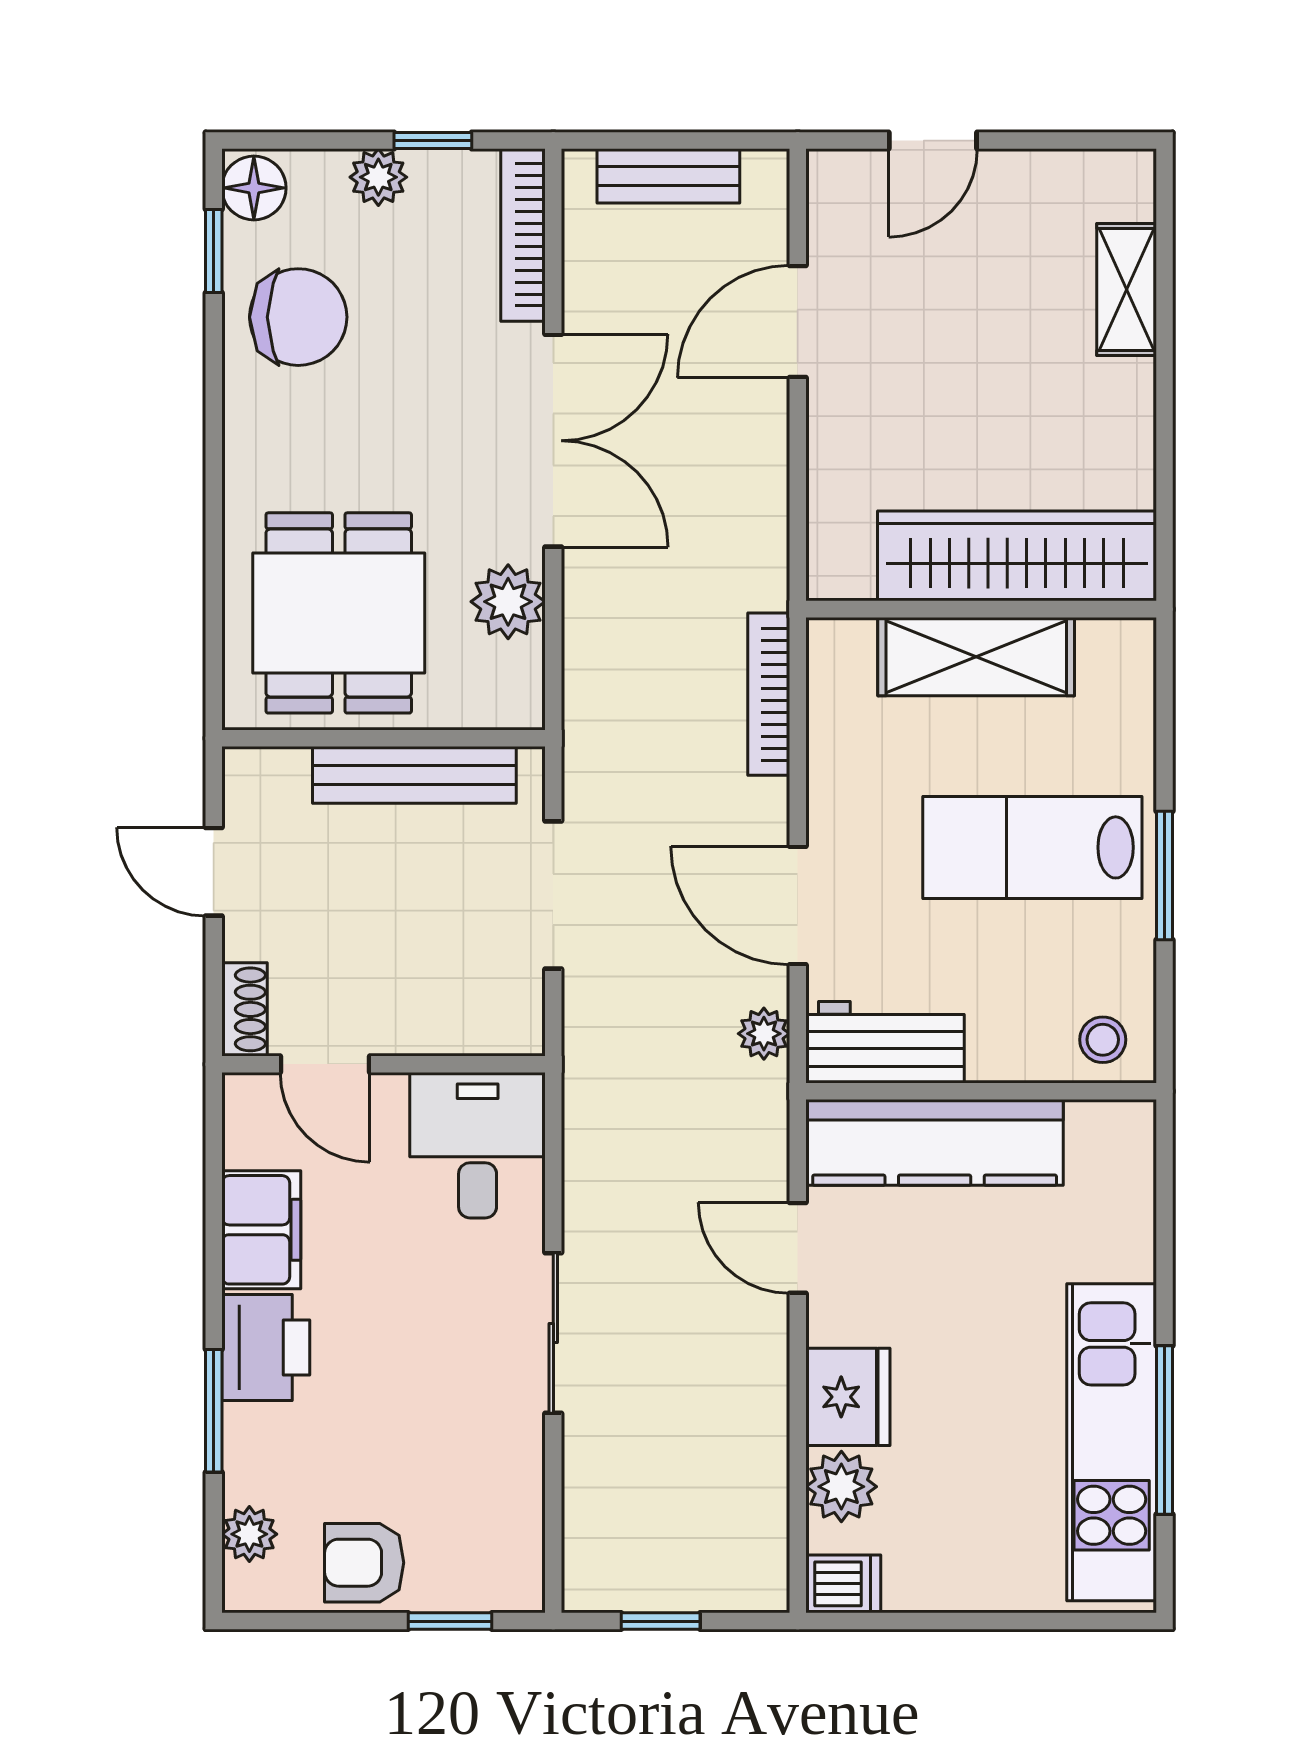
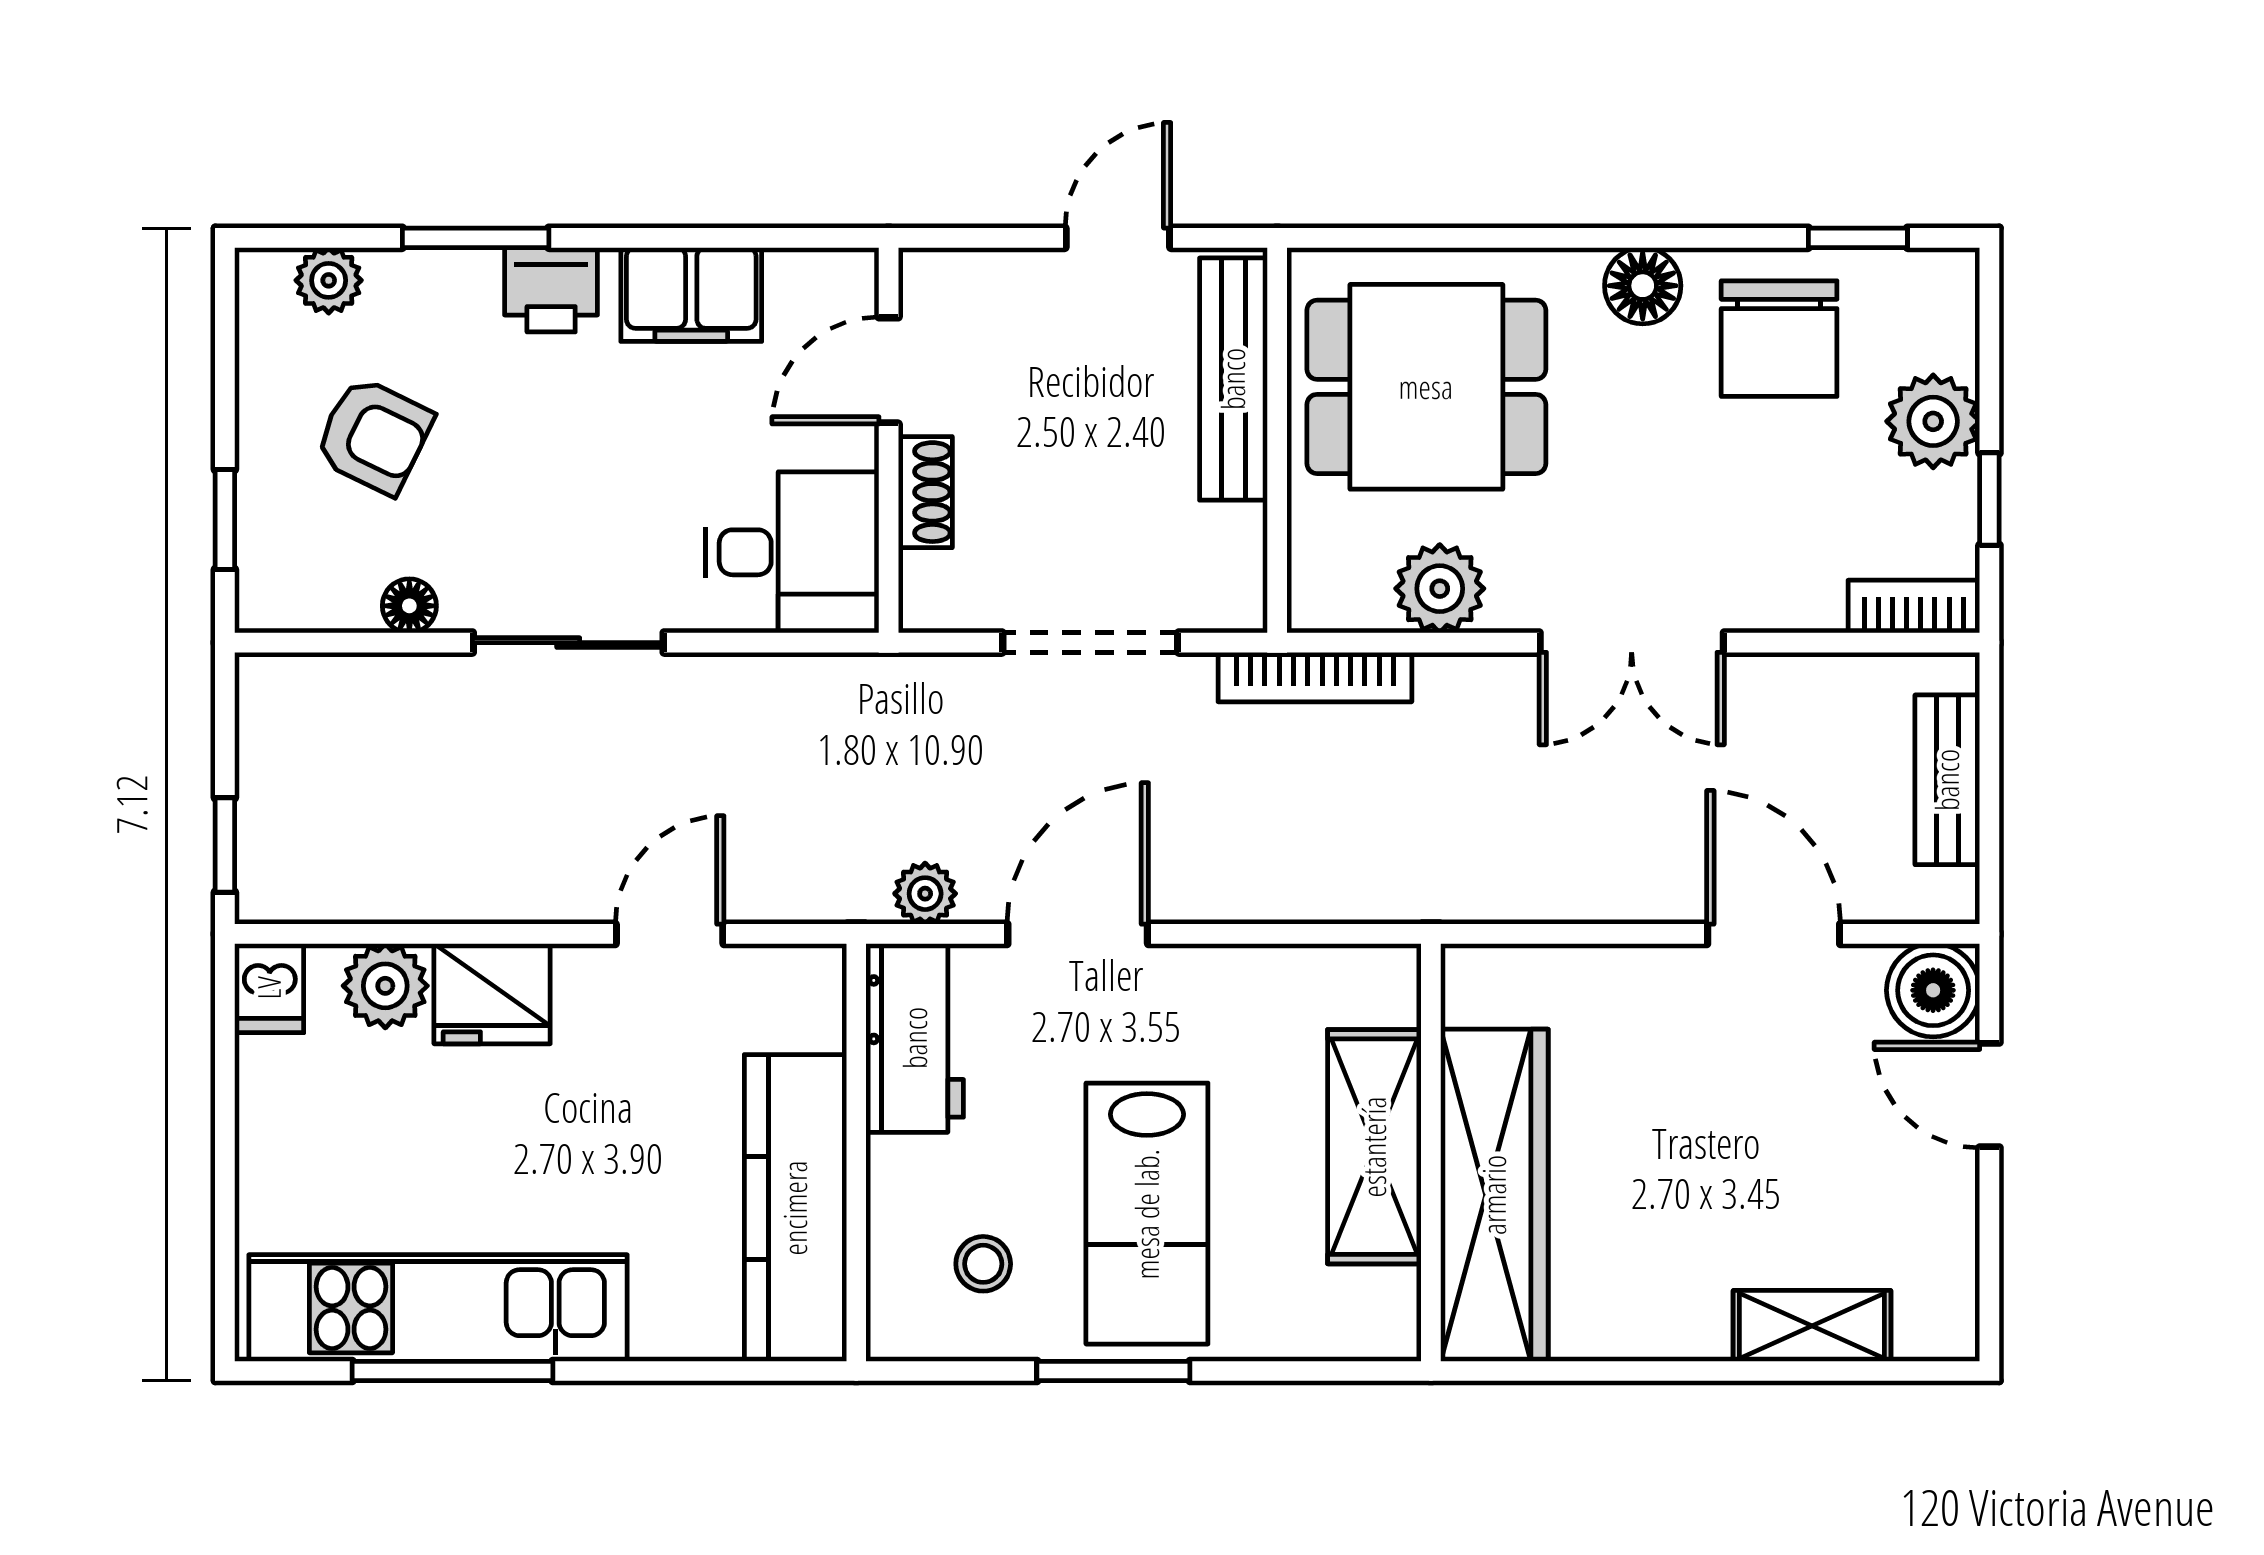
plant: (378, 177) -> (1933, 421), width x1.38, depth x1.38
floor lamp: (254, 188) -> (1643, 286), moved
boiler: (845, 188) -> (1933, 990), added
bookcase: (523, 235) -> (1914, 607), width x0.64
double door: (553, 441) -> (1632, 643), width x0.73
bookcase: (769, 694) -> (1315, 677), moved, turned 180
bench: (414, 775) -> (1233, 379), moved
lab bench: (1032, 847) -> (1147, 1214), turned 180
shoe rack: (244, 1009) -> (925, 492), moved, turned -90
stool: (1103, 1040) -> (983, 1264), moved
kitchen counter: (935, 1142) -> (795, 1208), moved
printer: (266, 1347) -> (551, 290), width x0.73, depth x0.81
floor lamp: (522, 1466) -> (409, 606), added
armchair: (364, 1563) -> (374, 436), moved, turned 116
window: (661, 1621) -> (225, 845), moved

